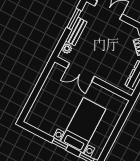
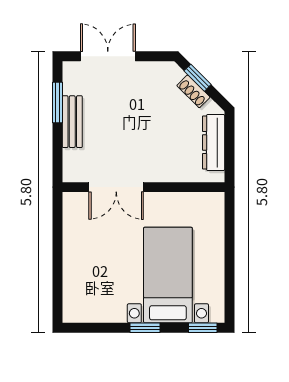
plant: (67, 48) -> (72, 159), removed

